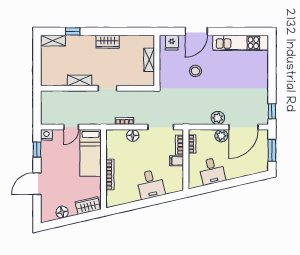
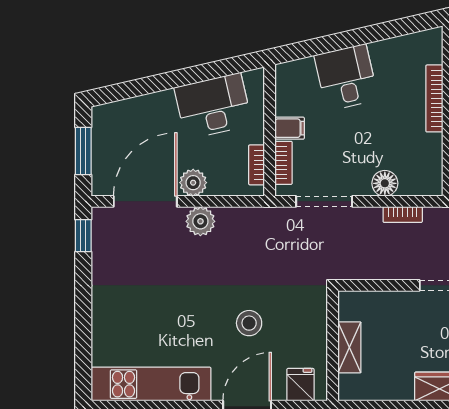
desk: (212, 171) -> (213, 106), width x1.37

